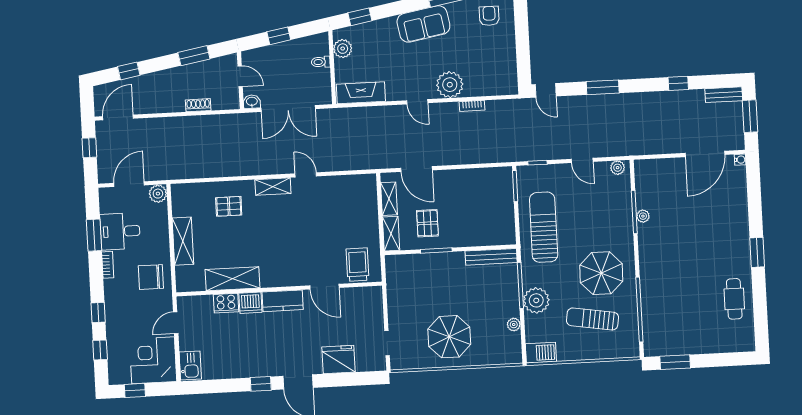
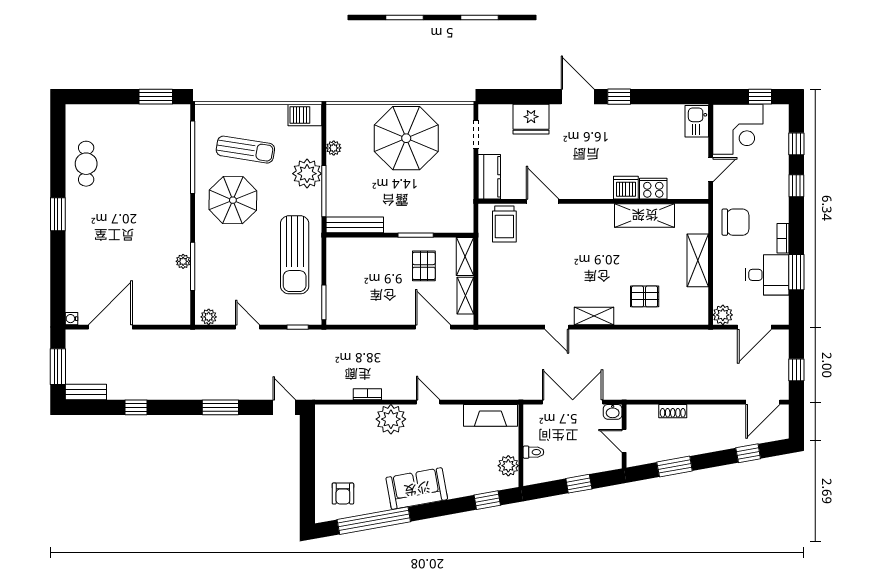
kitchen counter: (283, 301) -> (489, 177), moved, turned 90
parasol: (449, 337) -> (406, 138), width x1.36, depth x1.36

